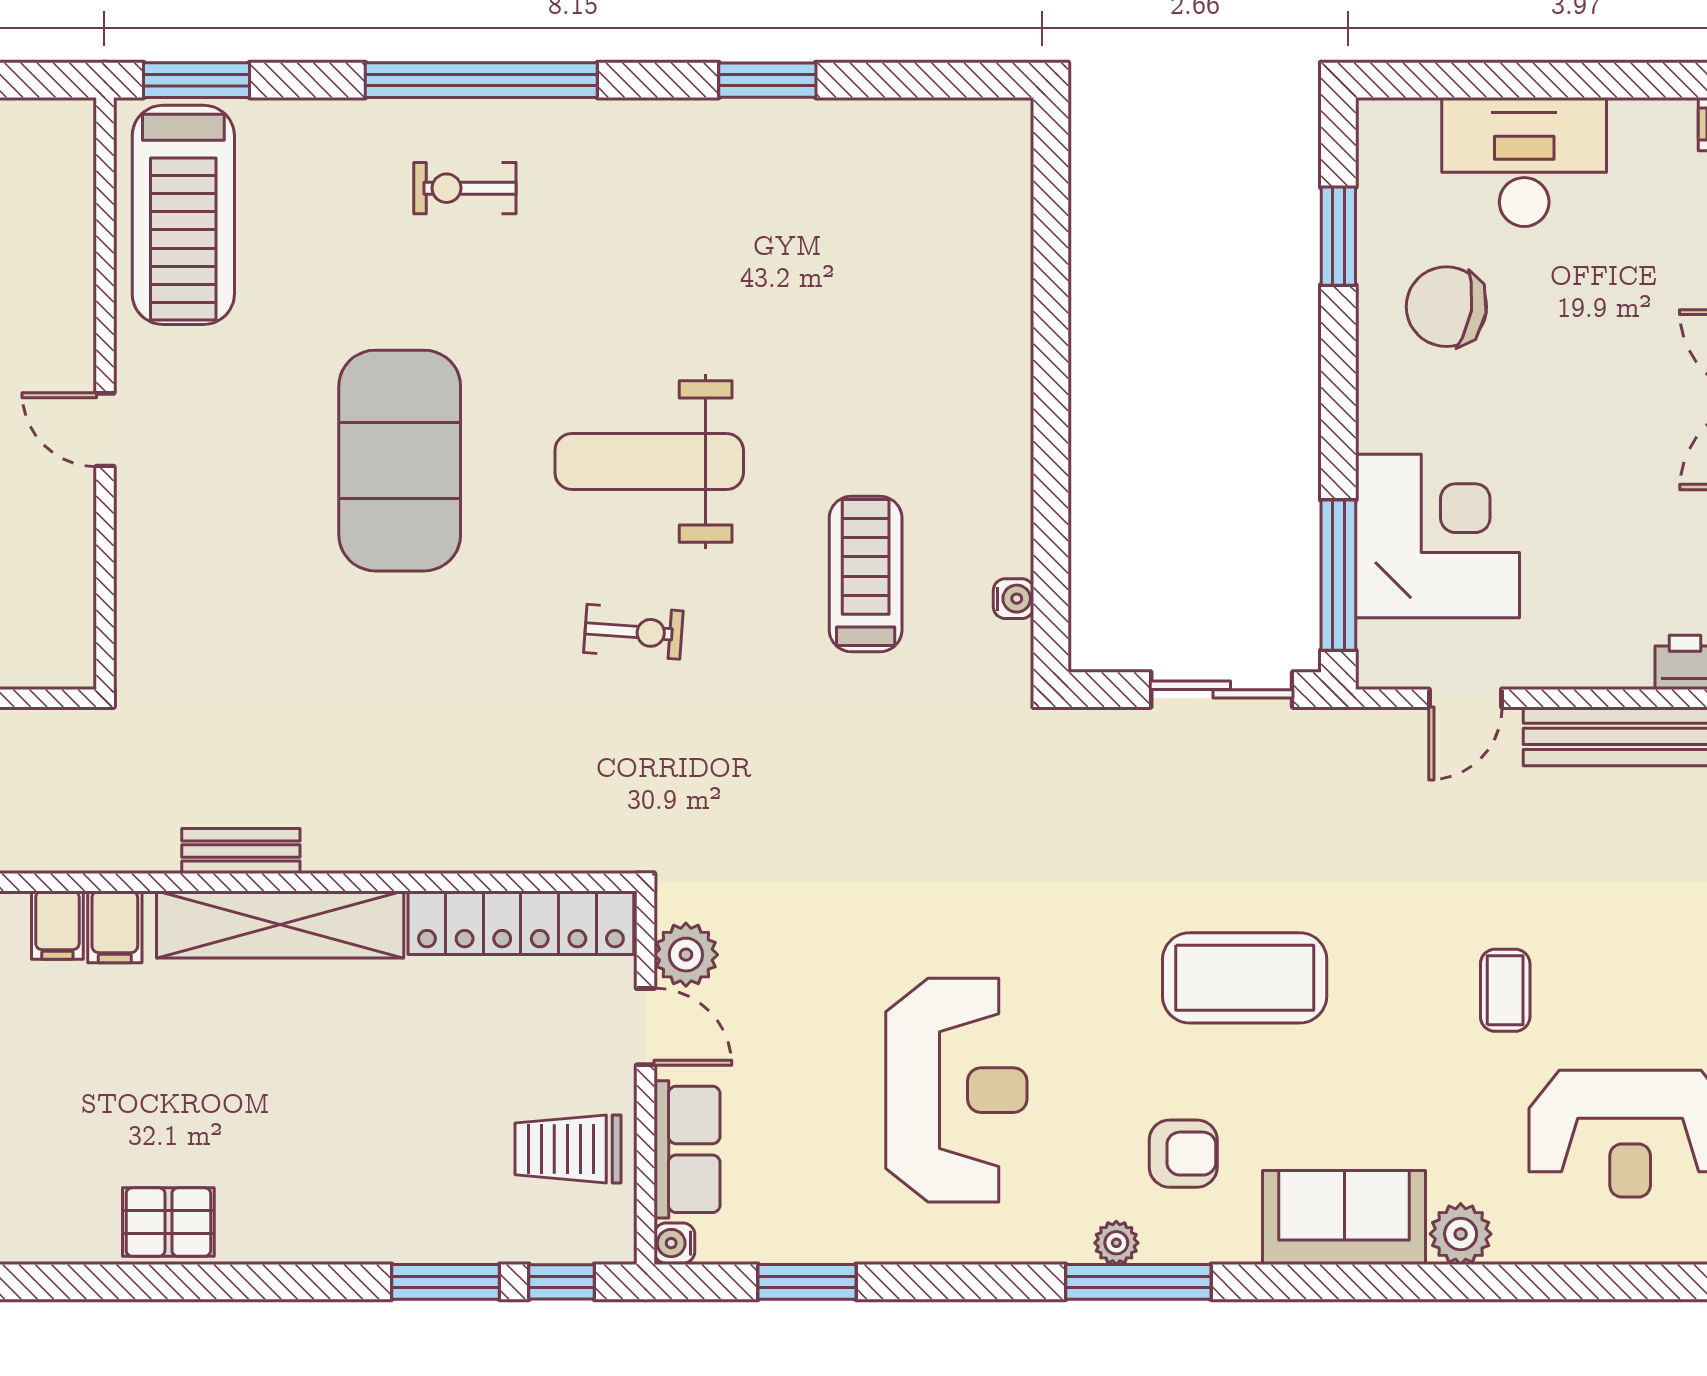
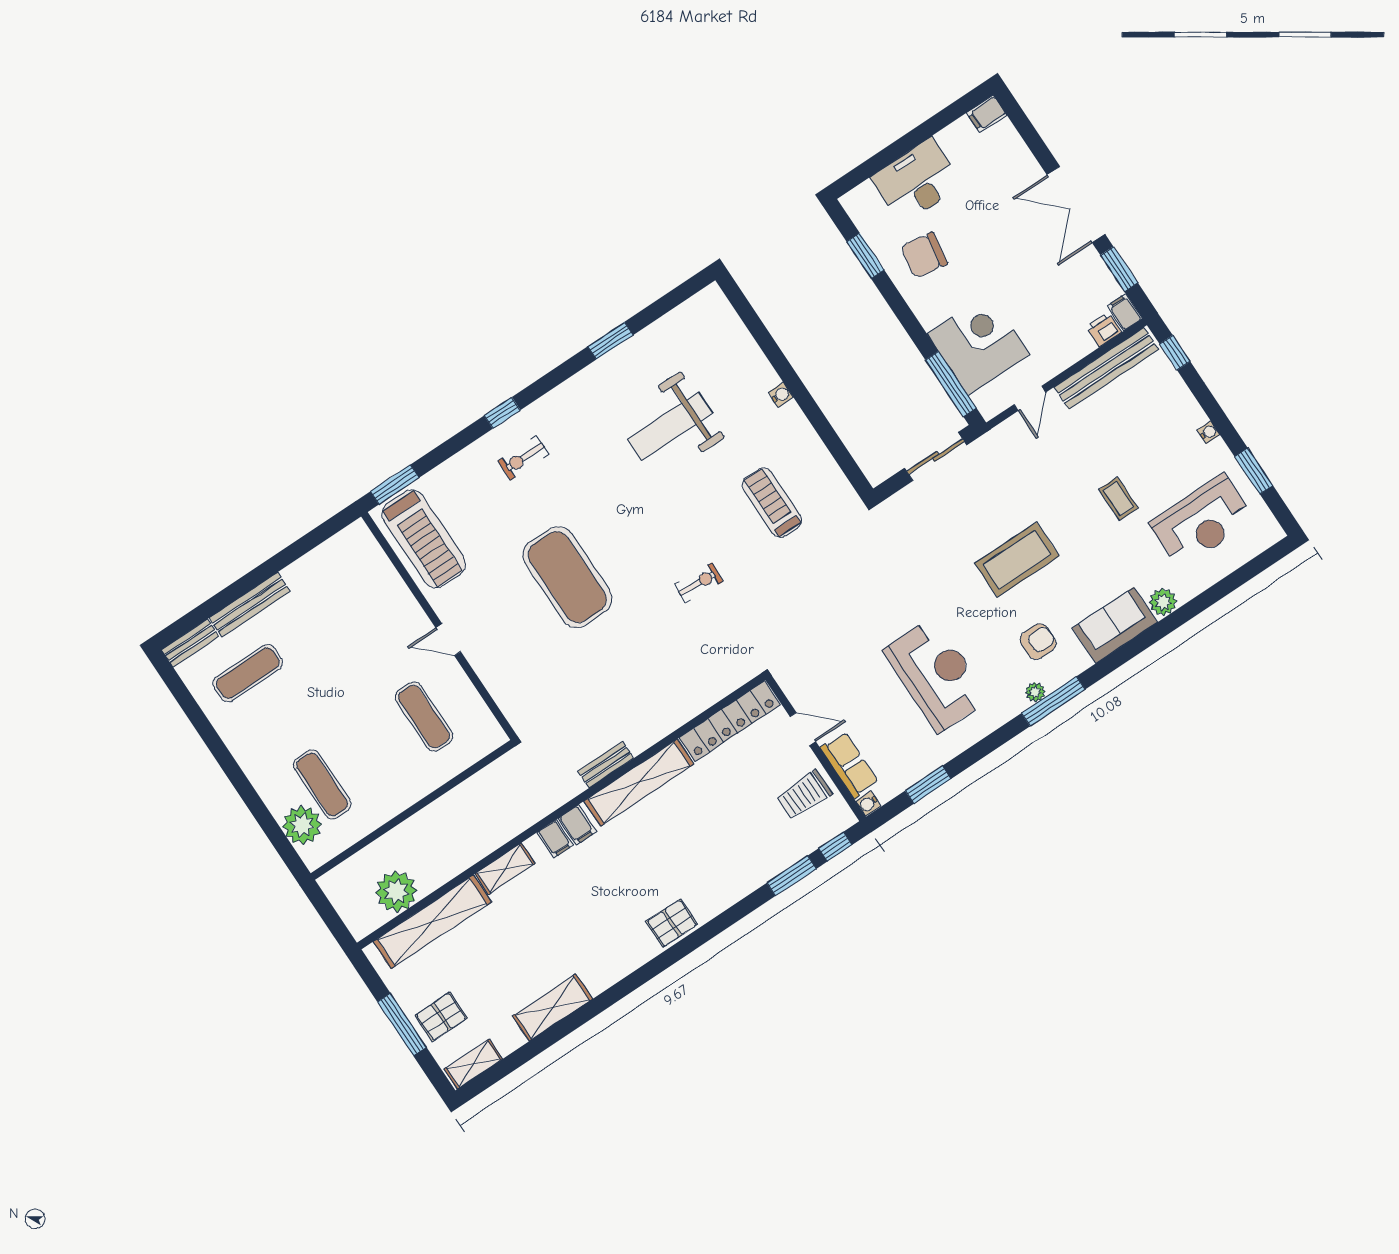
window: (481, 80) -> (502, 413), width x0.32
weight bench: (649, 462) -> (670, 426), moved
water cooler: (1014, 599) -> (781, 395), moved
plant: (686, 955) -> (800, 692), removed

